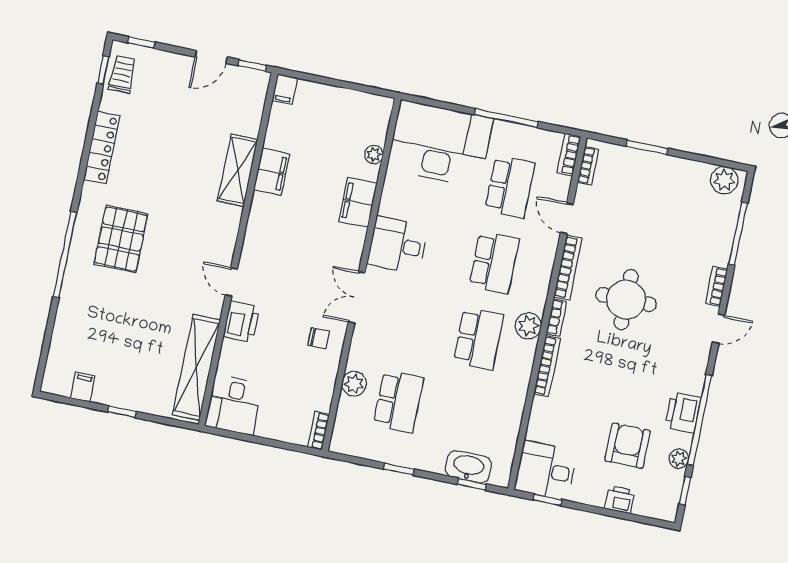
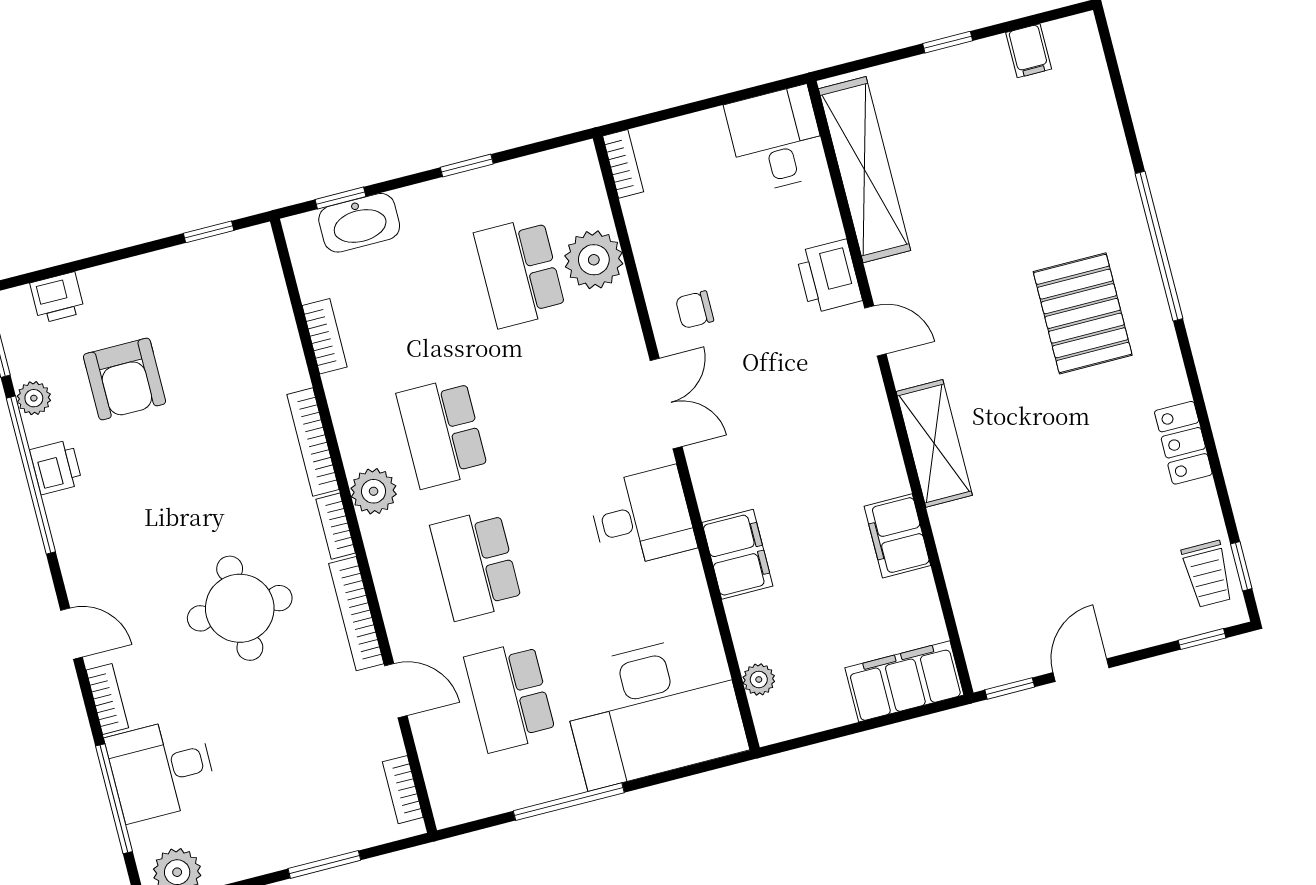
filing cabinet: (285, 89) -> (904, 681), width x3.00, depth x1.17
locker: (102, 148) -> (1183, 443), width x0.66
plant: (374, 155) -> (759, 679), moved
bookcase: (569, 155) -> (325, 336), moved
shelving: (238, 170) -> (934, 443), moved
door: (718, 329) -> (72, 634), swing flipped
plant: (354, 384) -> (594, 260), width x1.36, depth x1.36
printer: (683, 412) -> (56, 467), width x0.73, depth x0.81
desk: (546, 470) -> (162, 769), moved, turned 180
printer: (620, 500) -> (57, 298), moved

